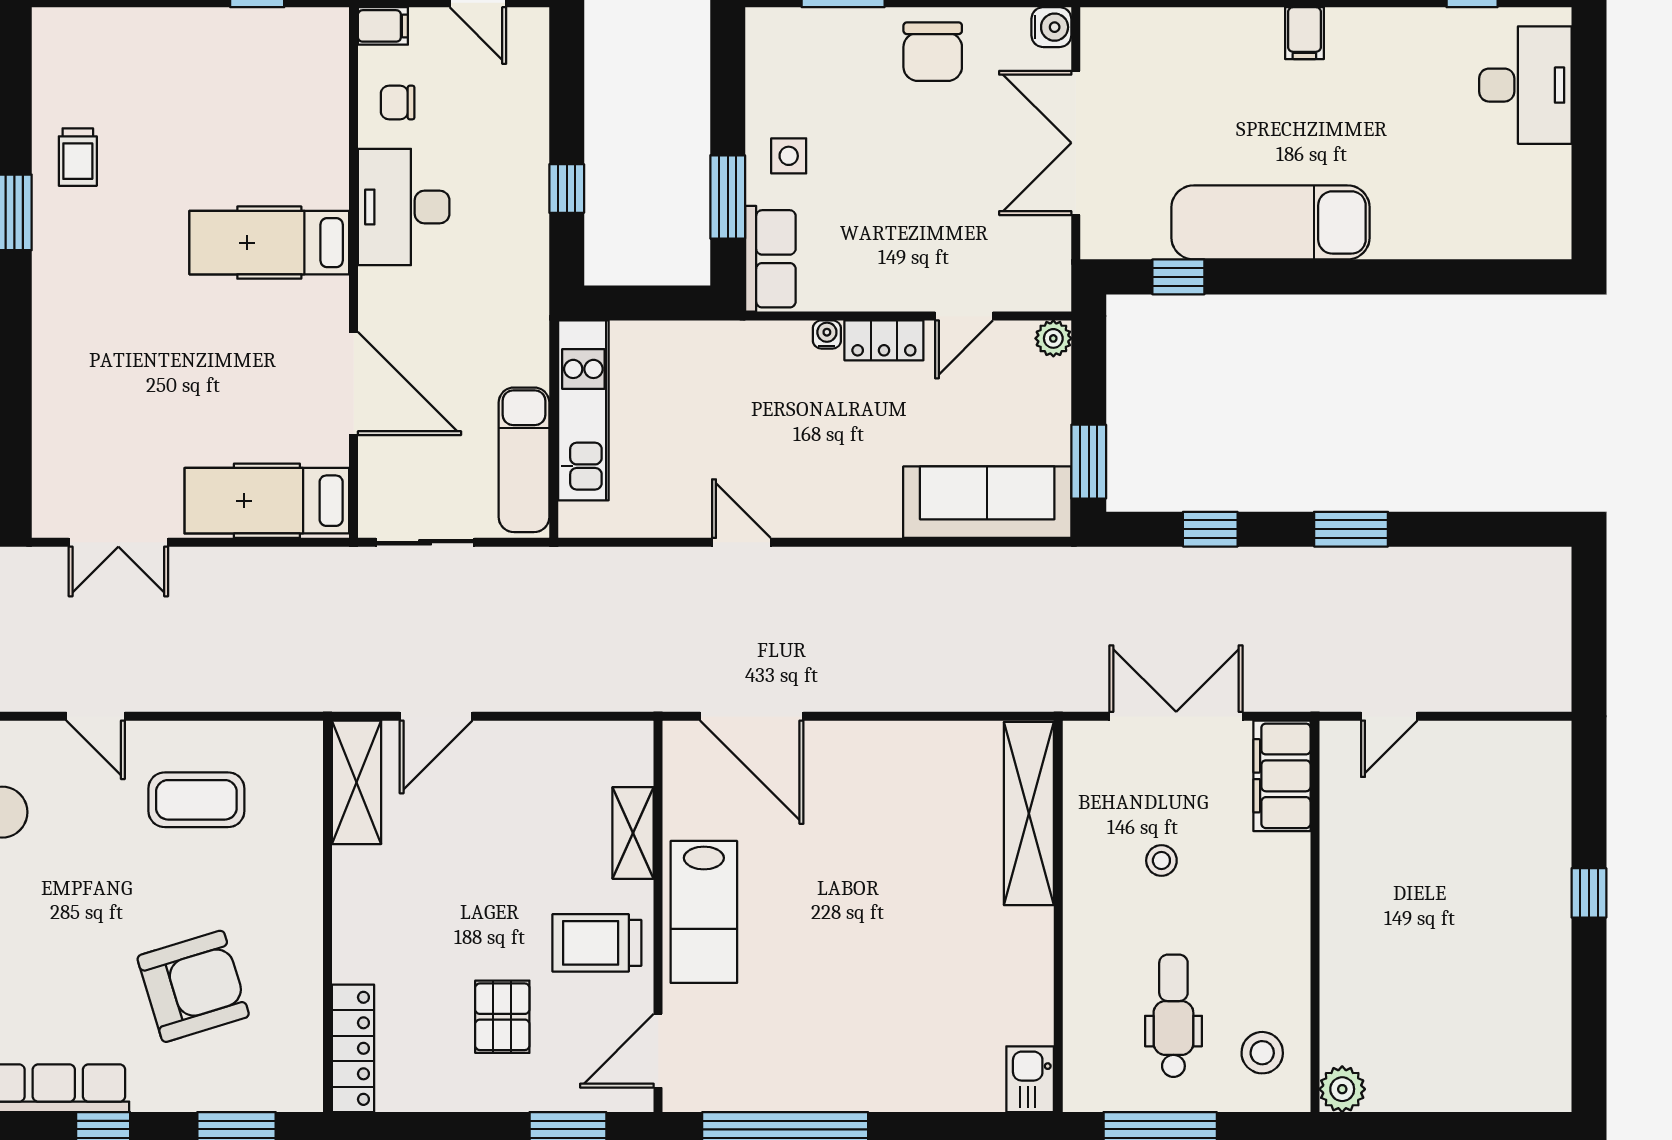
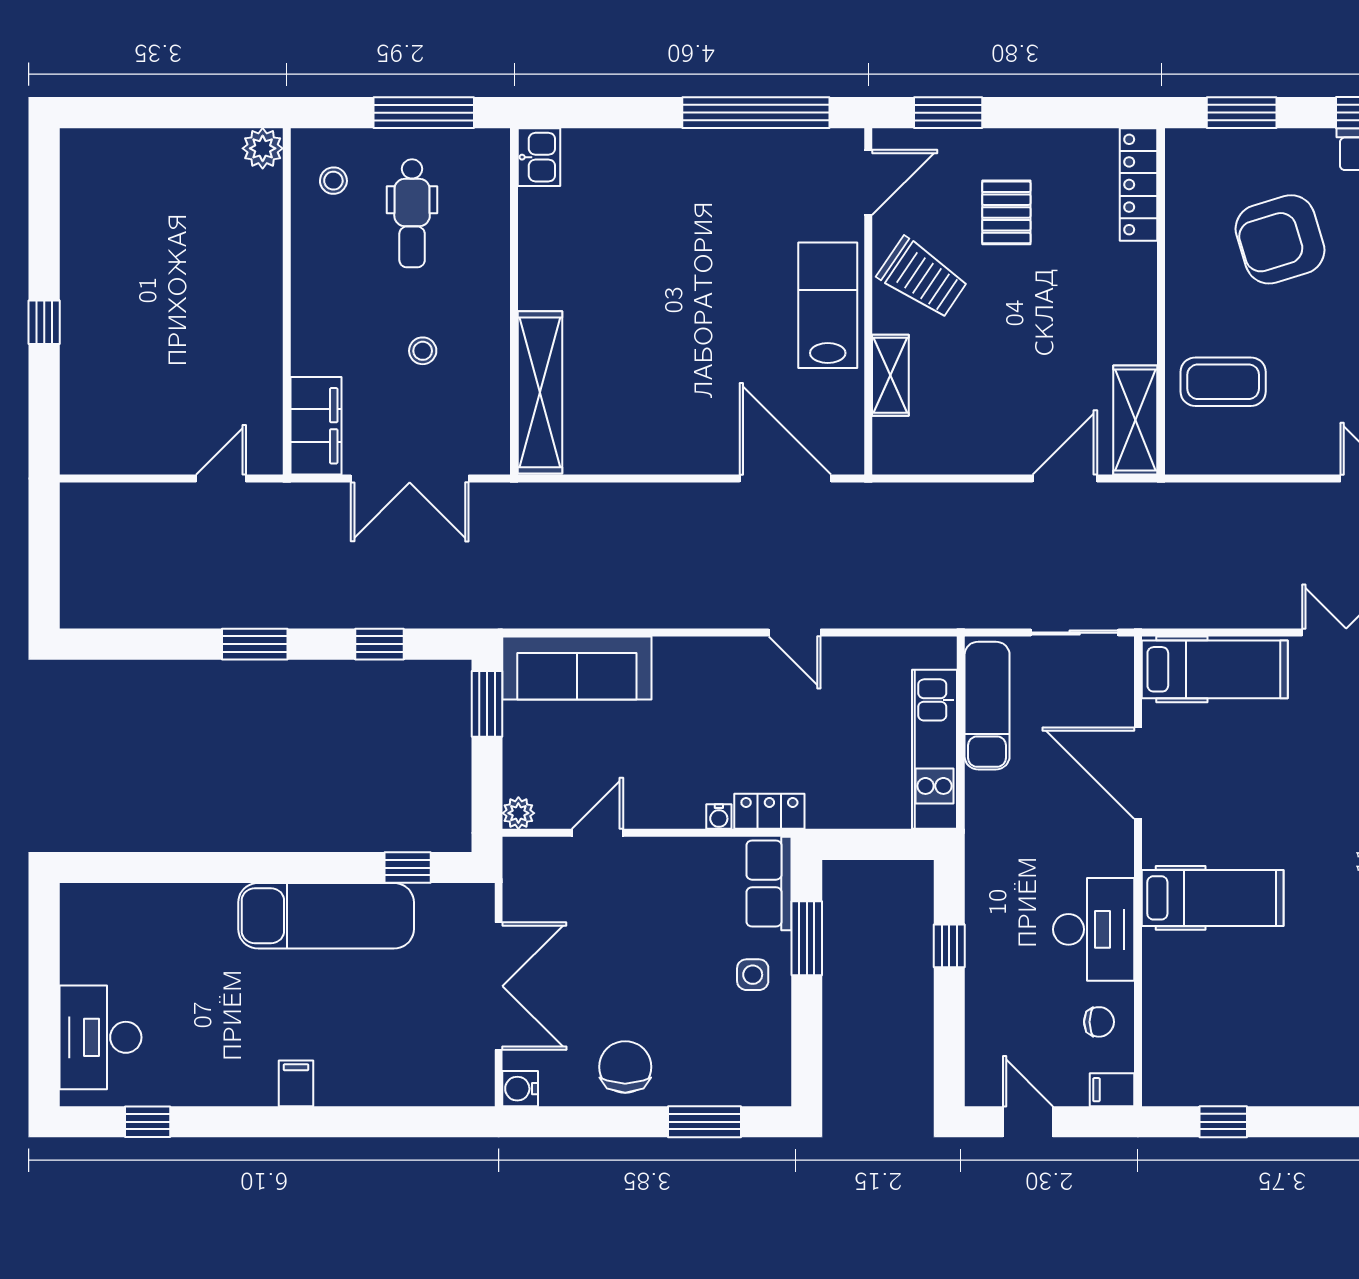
locker: (884, 340) -> (769, 811), moved
coffee table: (196, 800) -> (1223, 382), moved
trolley: (597, 943) -> (923, 278), turned 34
stool: (1262, 1053) -> (333, 181), width x0.73, depth x0.73

